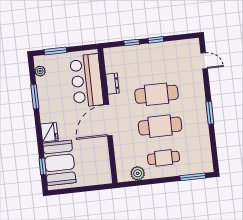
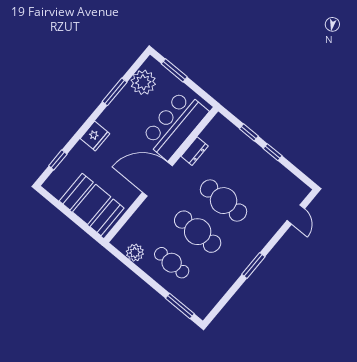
plant: (40, 71) -> (143, 82), width x1.88, depth x1.88
booth: (59, 163) -> (92, 204), moved, turned 90

